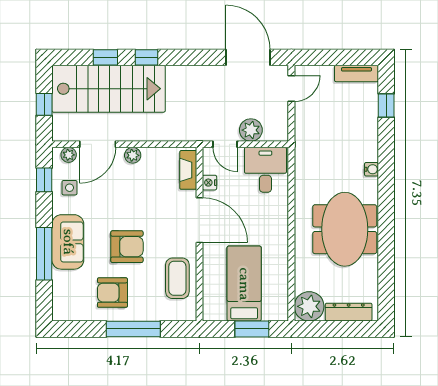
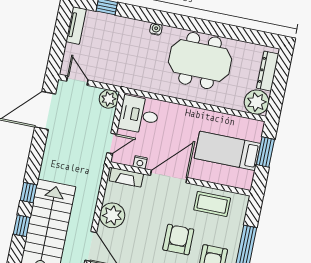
plant: (251, 130) -> (109, 99), moved
plant: (133, 155) -> (112, 215), width x1.87, depth x1.87

